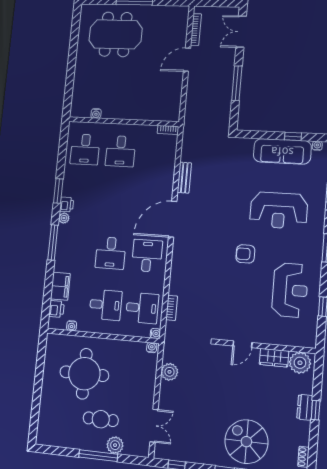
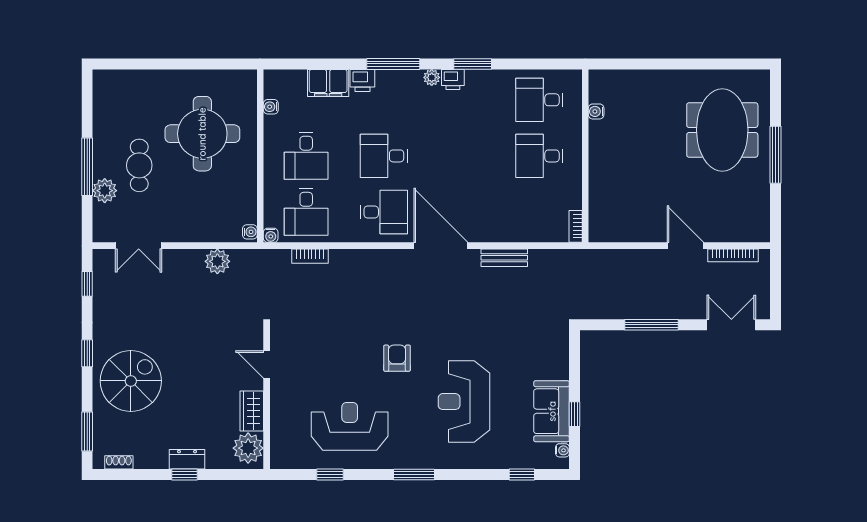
sofa: (282, 151) -> (552, 411), width x0.73
reception desk: (290, 290) -> (350, 426), turned 180
printer: (56, 309) -> (362, 80), moved

